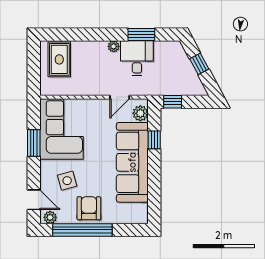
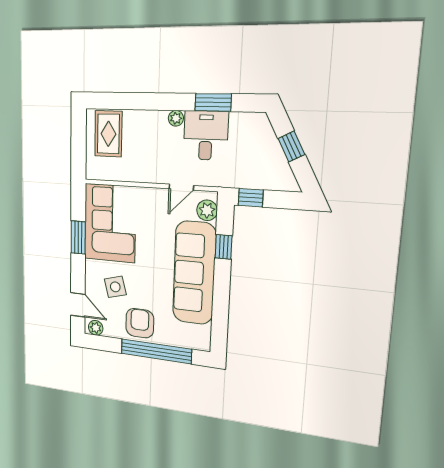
window: (82, 230) -> (156, 351), moved

